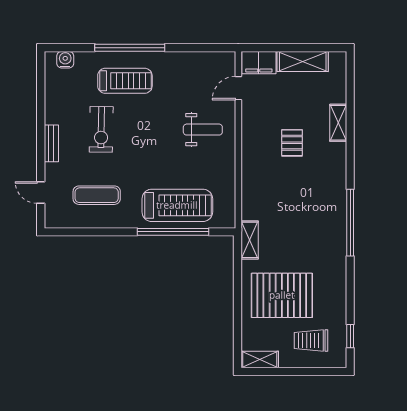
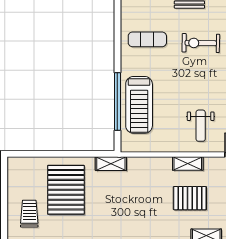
pallet: (292, 143) -> (190, 198), width x1.50, depth x1.42
exercise mat: (97, 195) -> (147, 39), turned 90
shelving: (260, 359) -> (188, 163), moved, turned 90

